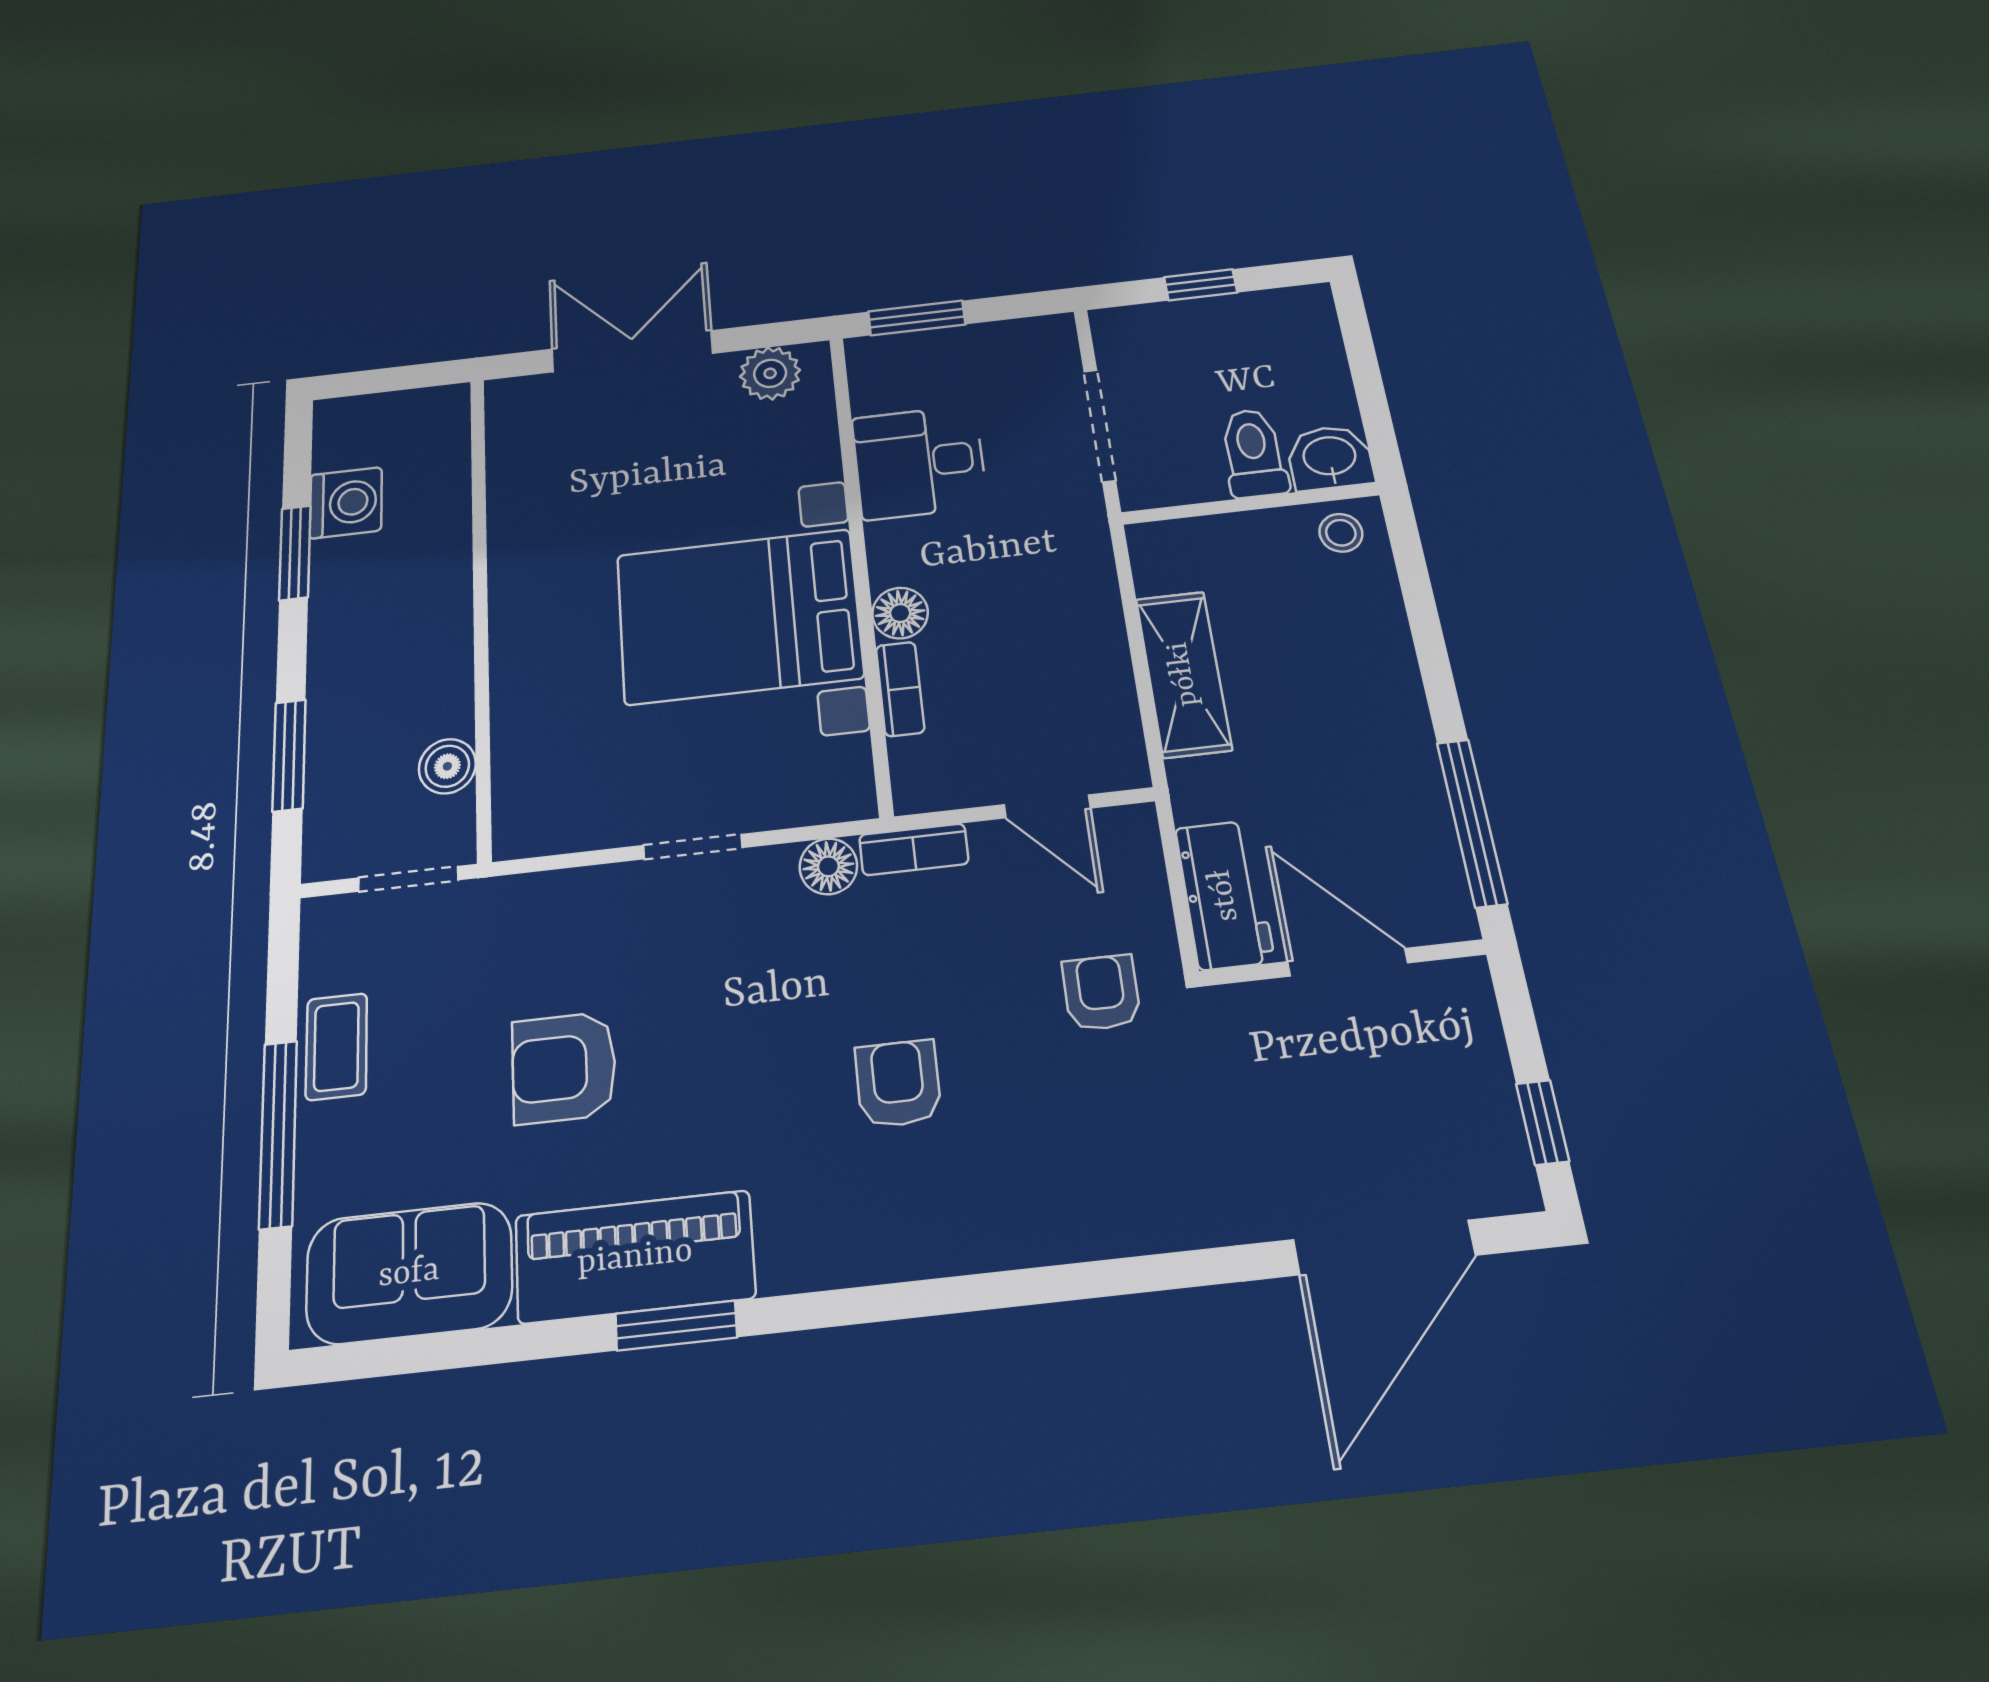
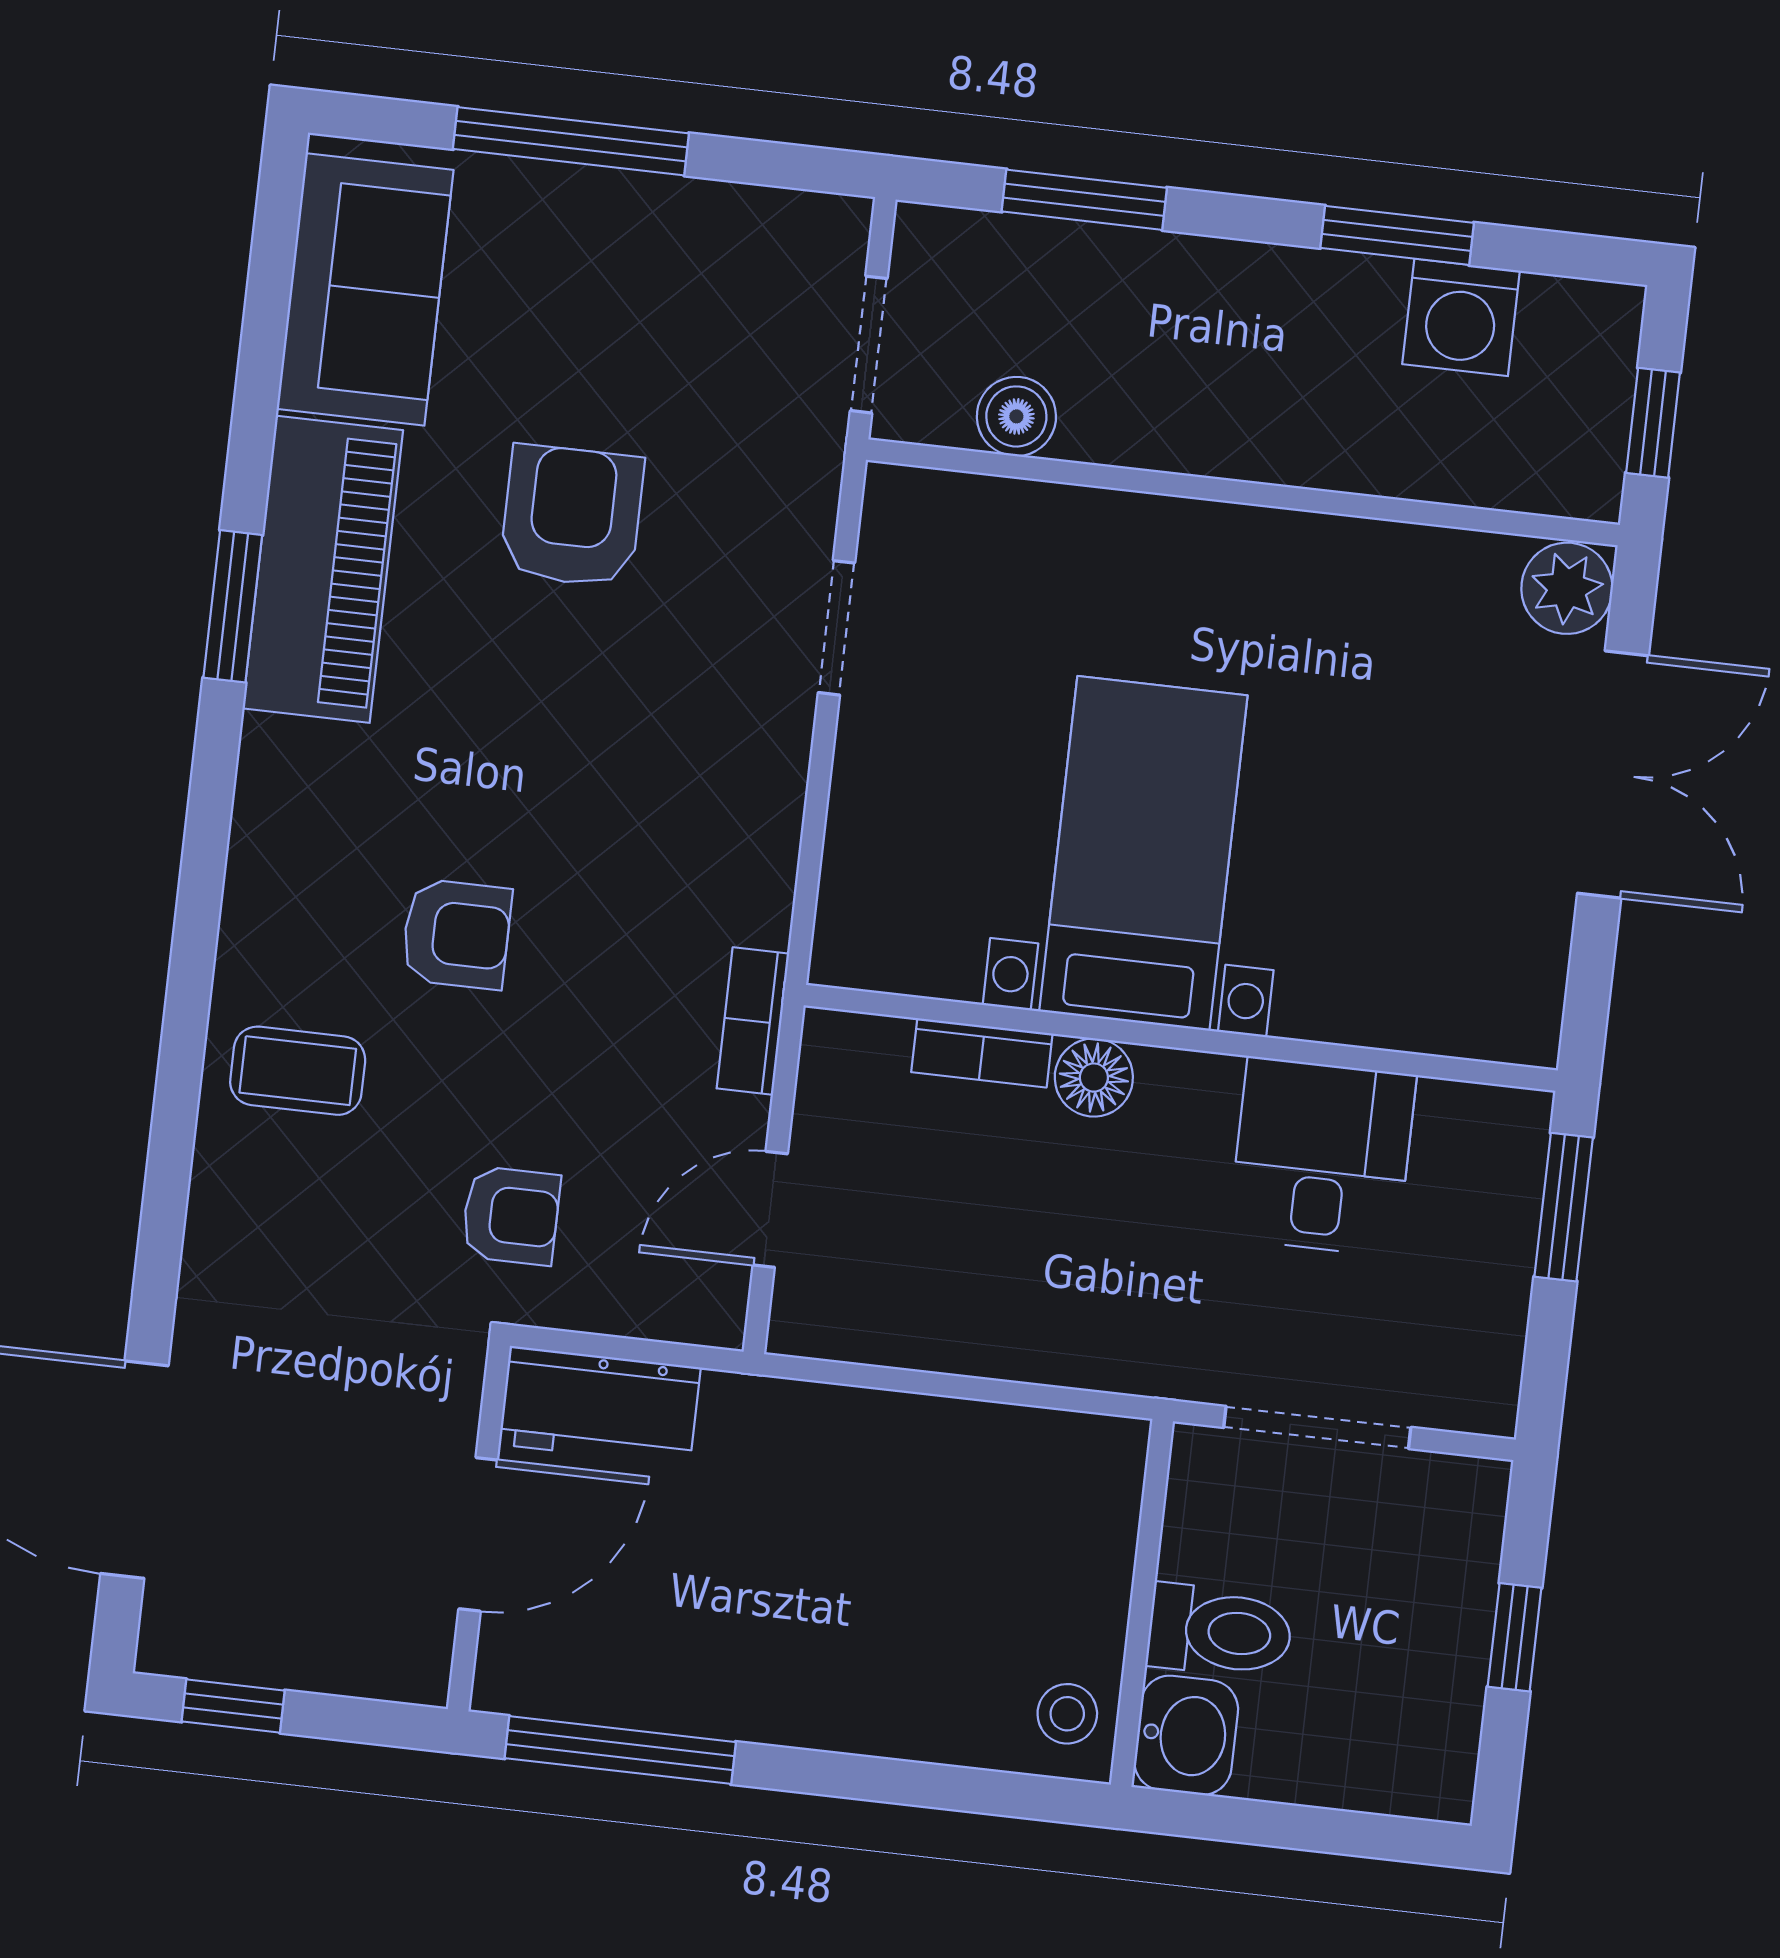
plant: (770, 373) -> (1567, 588), moved
window: (402, 378) -> (1653, 423), added
bed with nightstands: (739, 616) -> (1143, 853), width x0.73
shelving: (1183, 674) -> (912, 1439), removed
doorway: (693, 847) -> (836, 628), moved
floor lamp: (828, 866) -> (756, 904), removed
coffee table: (336, 1046) -> (298, 1071), moved

